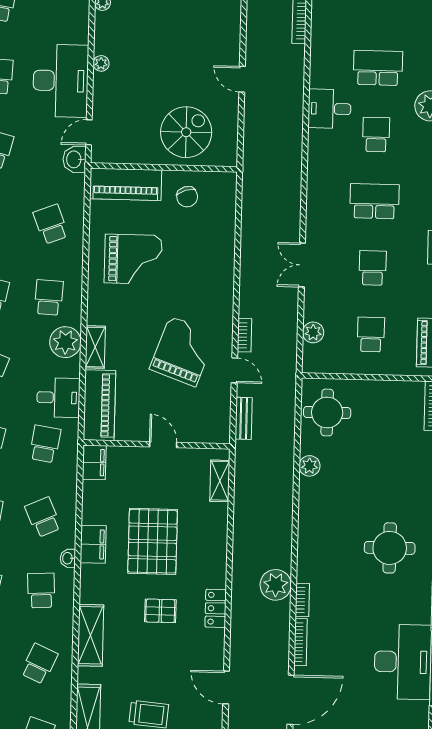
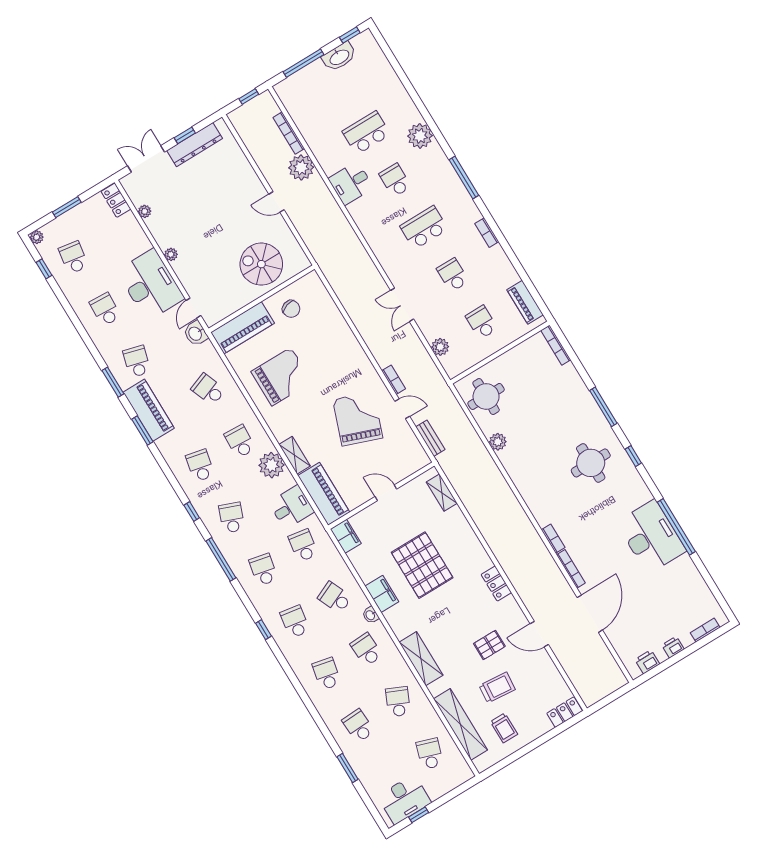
spiral stairs: (186, 132) -> (261, 264), turned -90
plant: (276, 585) -> (301, 167), moved
pallet: (160, 611) -> (489, 645), moved

